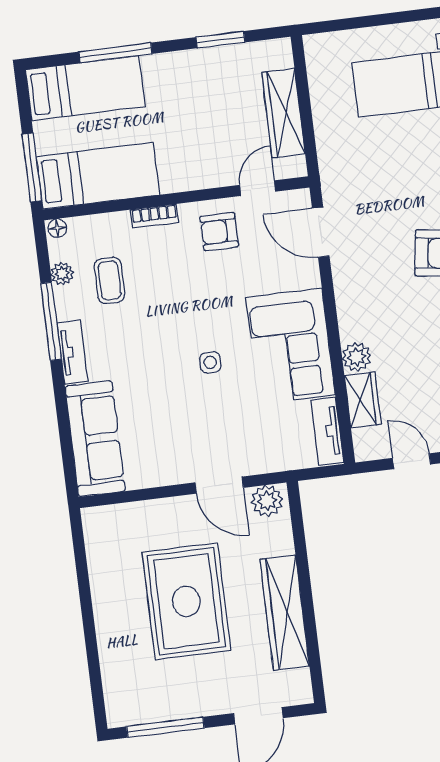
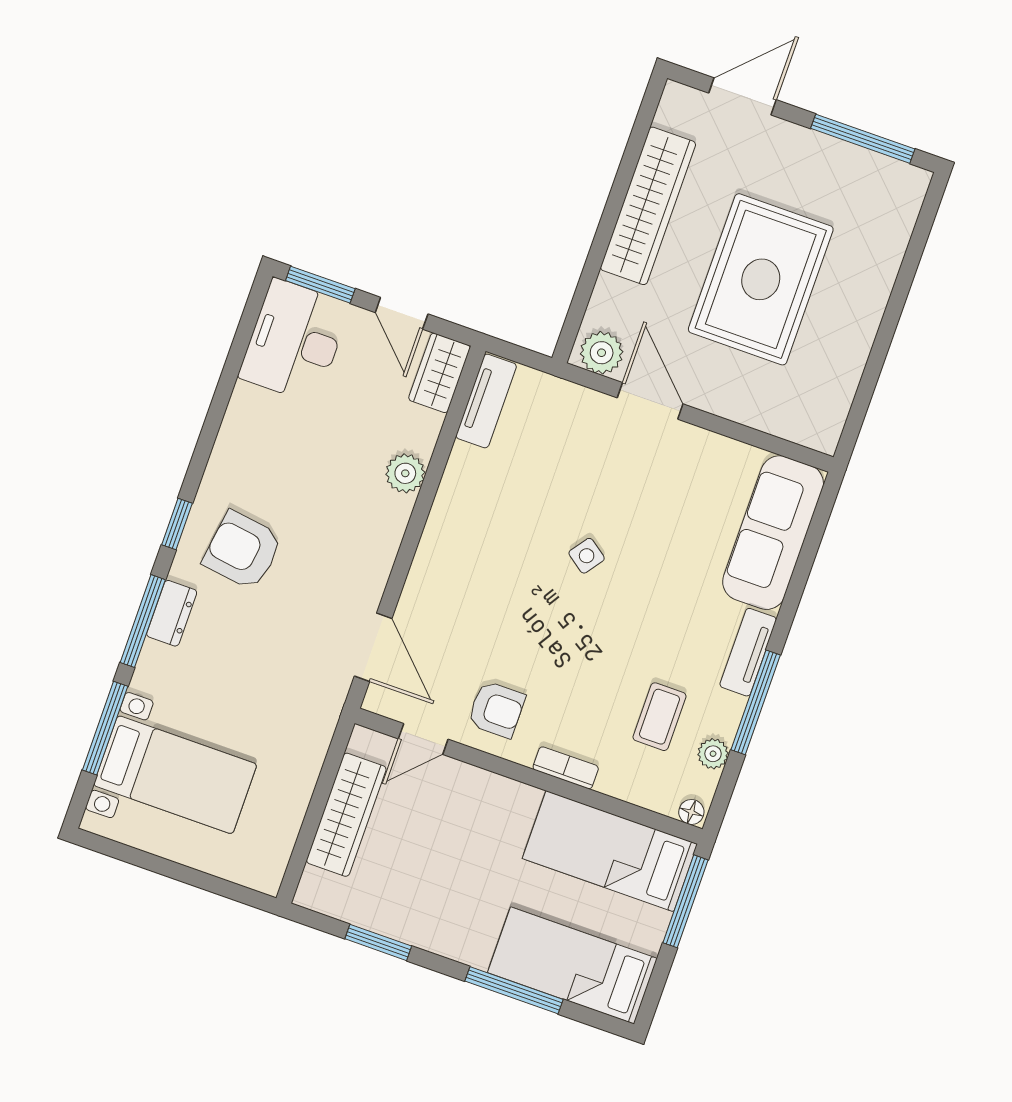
corner sofa: (291, 346) -> (479, 527), removed
side table: (210, 362) -> (587, 556), turned 36
wardrobe: (363, 400) -> (439, 373), moved

